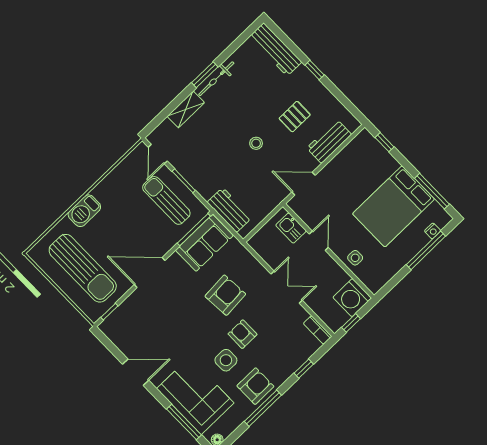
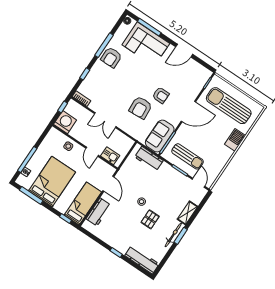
pallet: (295, 117) -> (150, 219), moved
bed: (351, 160) -> (83, 203), added
door: (303, 184) -> (108, 184), hinge flipped
armchair: (243, 334) -> (161, 95), moved
side table: (226, 360) -> (132, 69), removed

